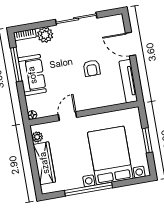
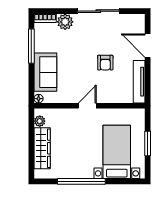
sofa: (32, 75) -> (45, 72), moved
door: (68, 116) -> (87, 106), moved
bed with nightstands: (110, 155) -> (117, 152), width x0.73

